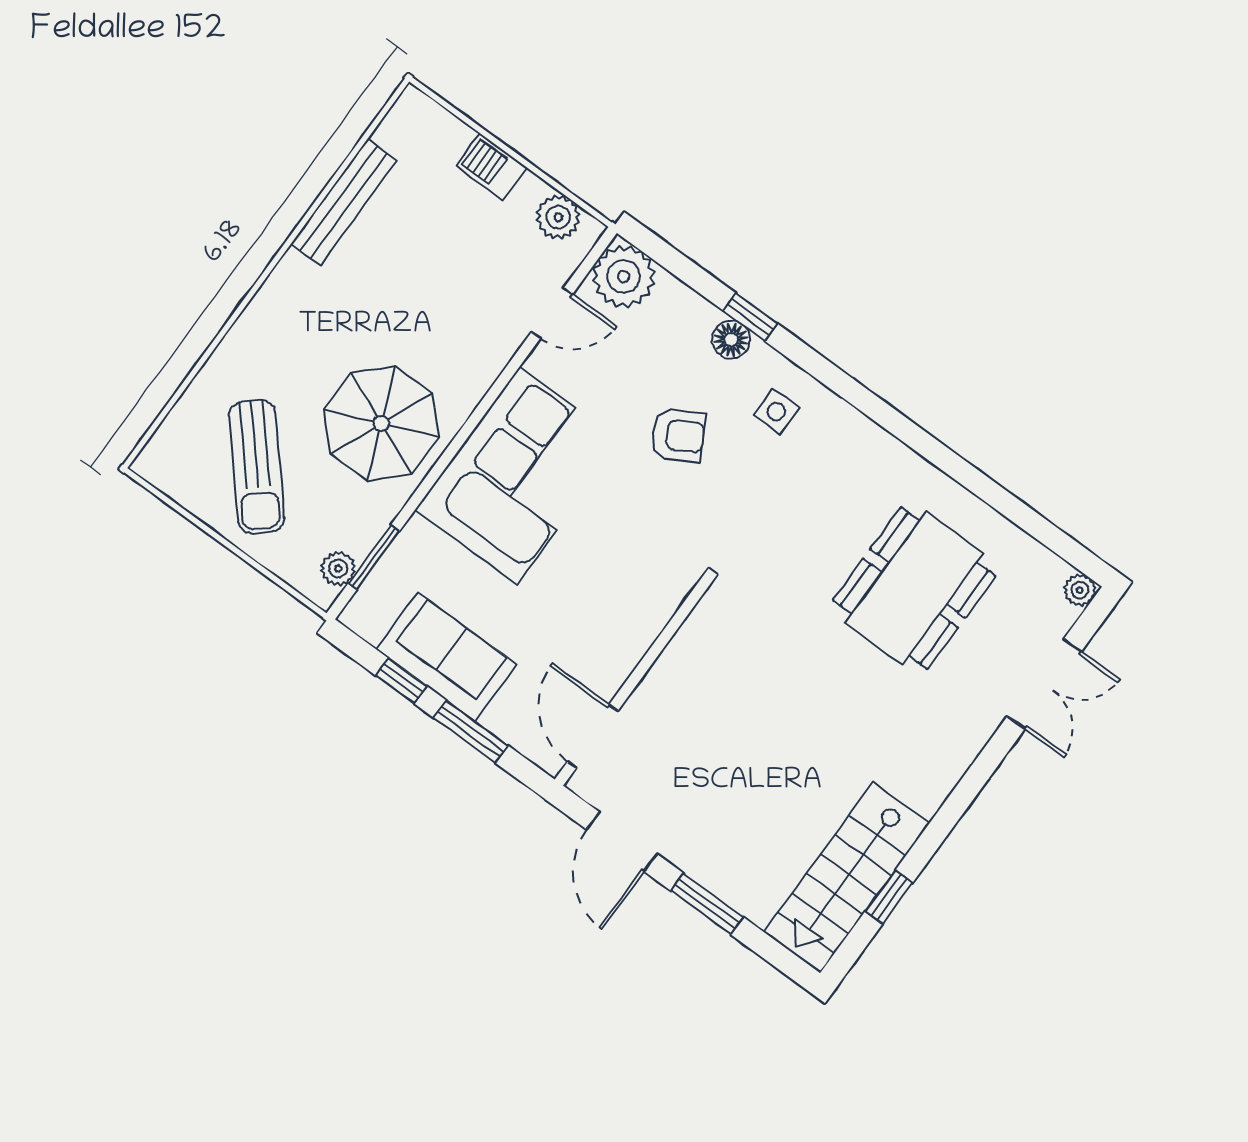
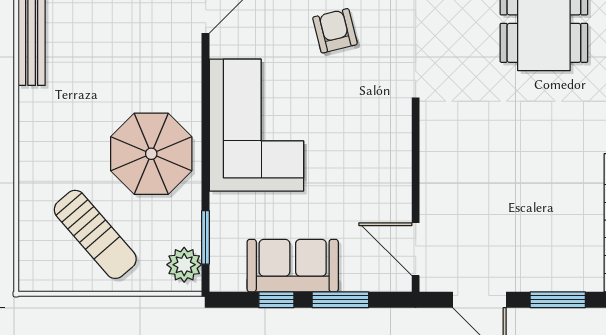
armchair: (678, 435) -> (335, 31), turned -75
plant: (338, 569) -> (184, 265), width x1.38, depth x1.38

